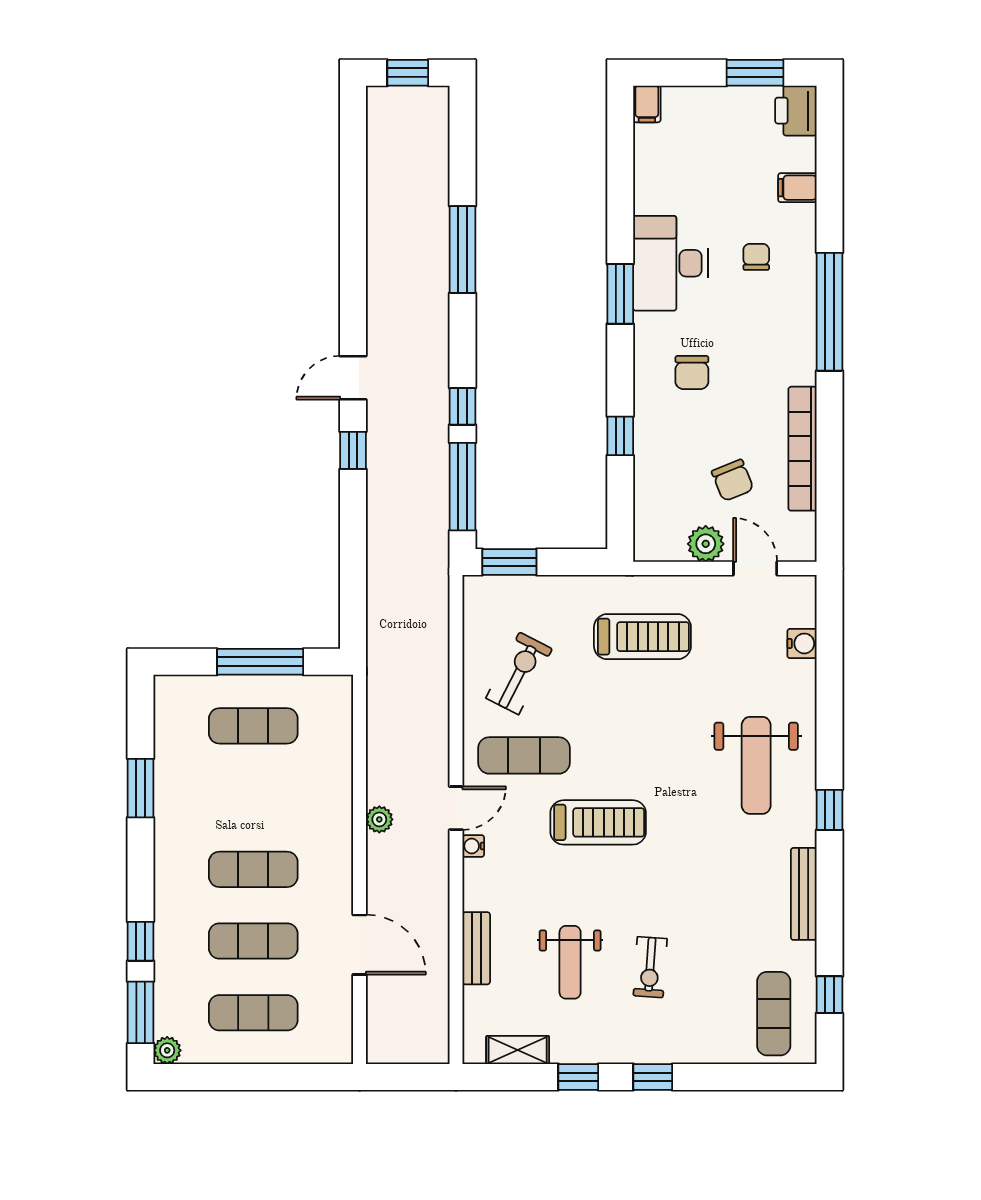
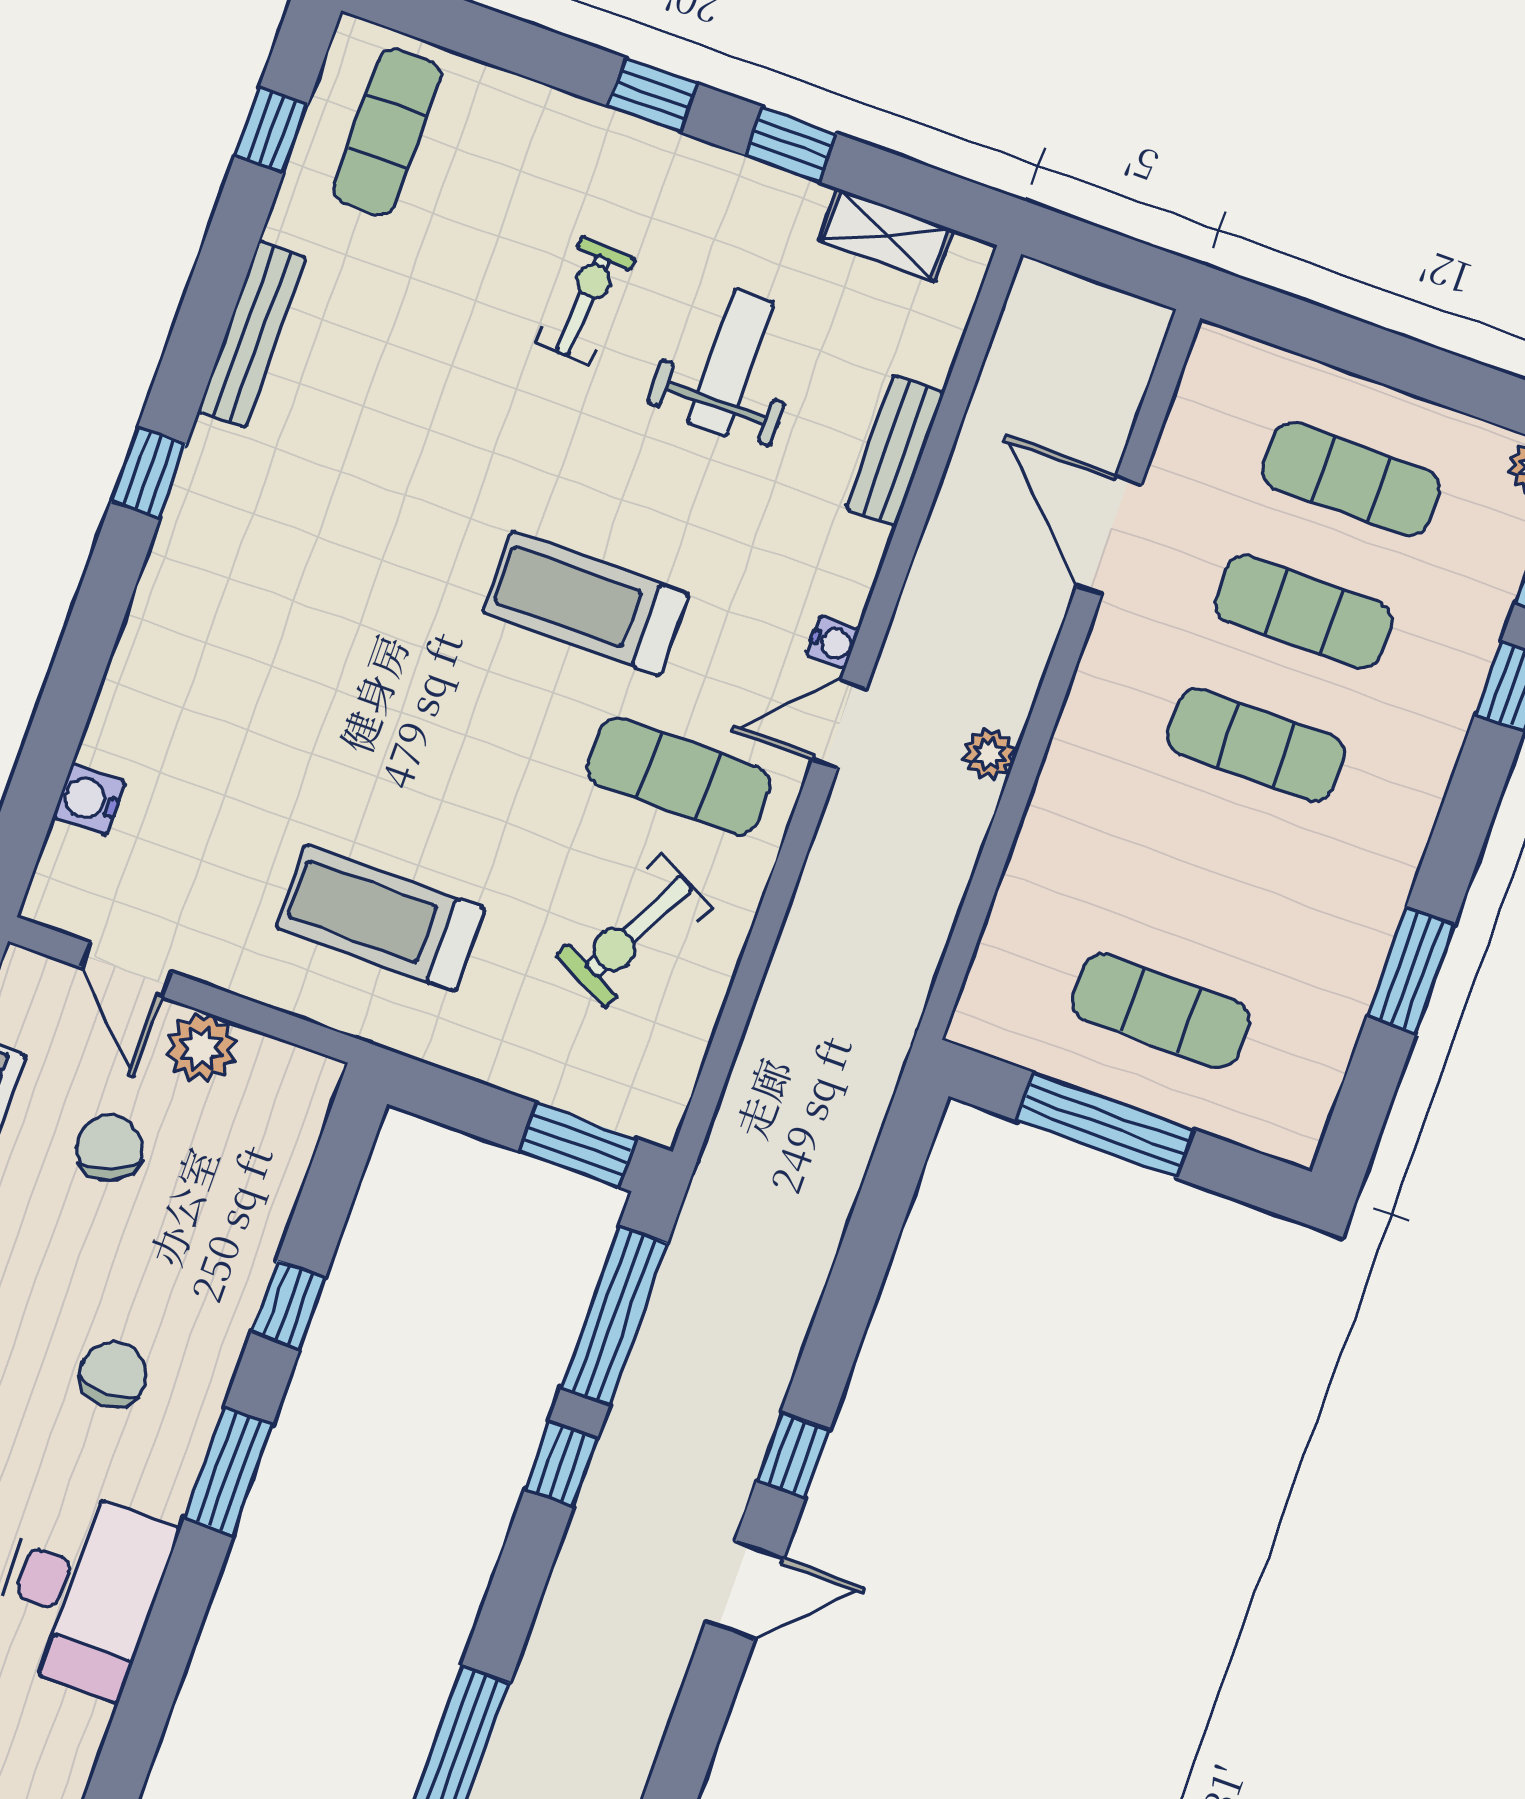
window: (620, 294) -> (229, 1471), moved
weight bench: (756, 765) -> (255, 604), removed

